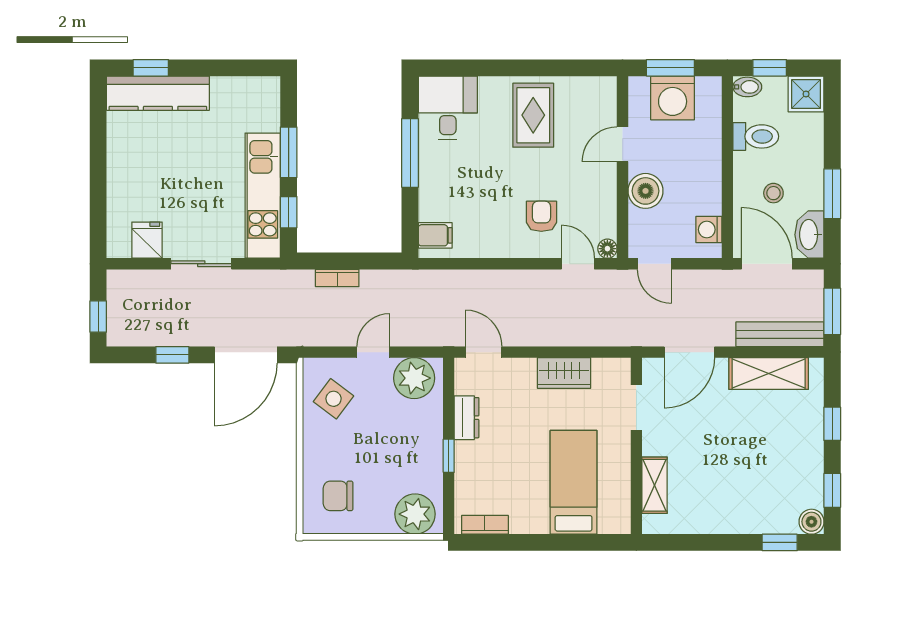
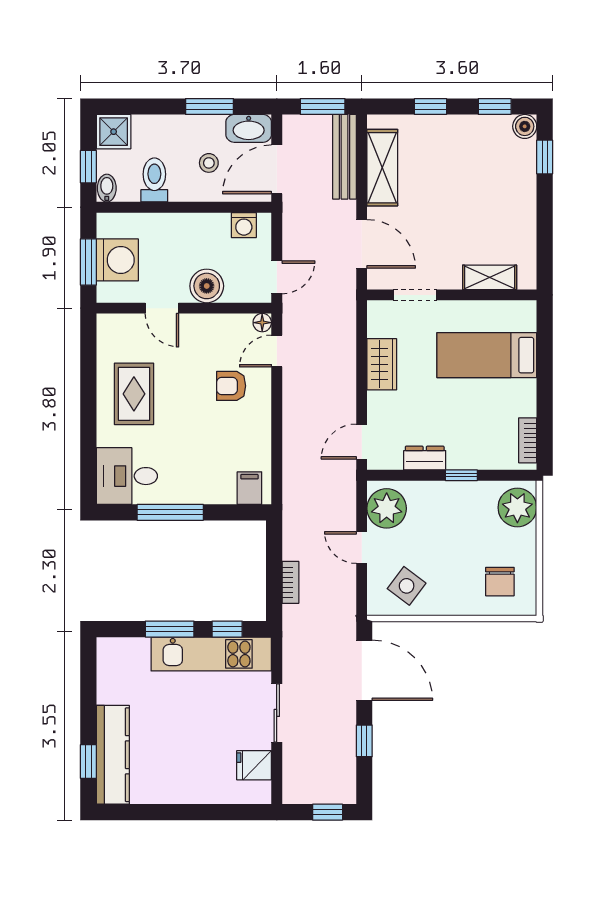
rug: (533, 115) -> (134, 394), turned 90

